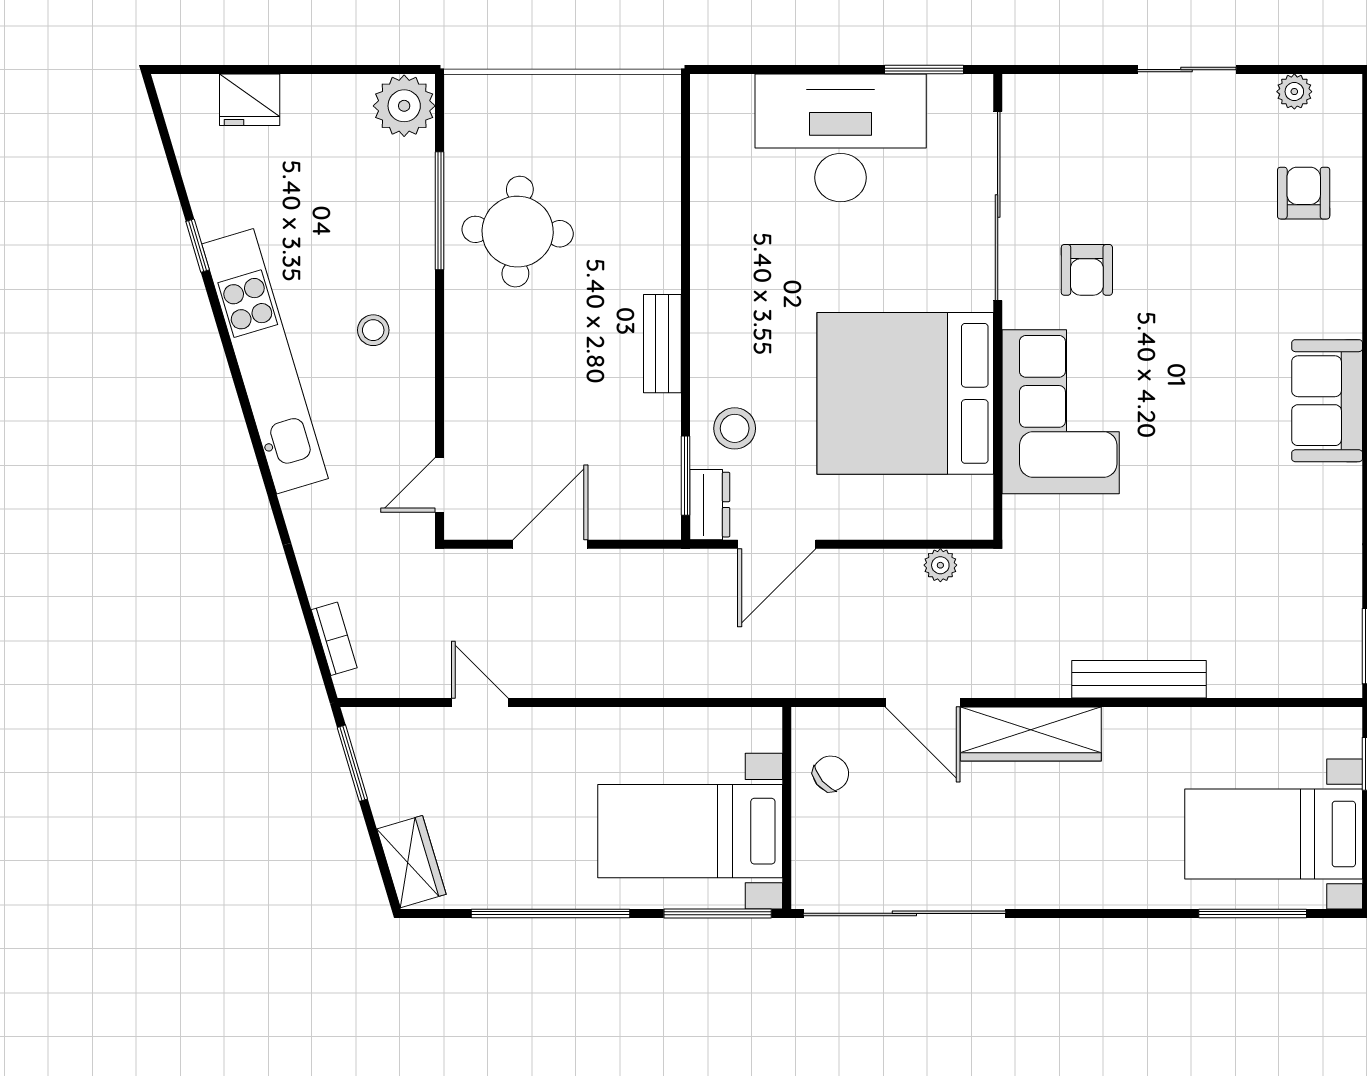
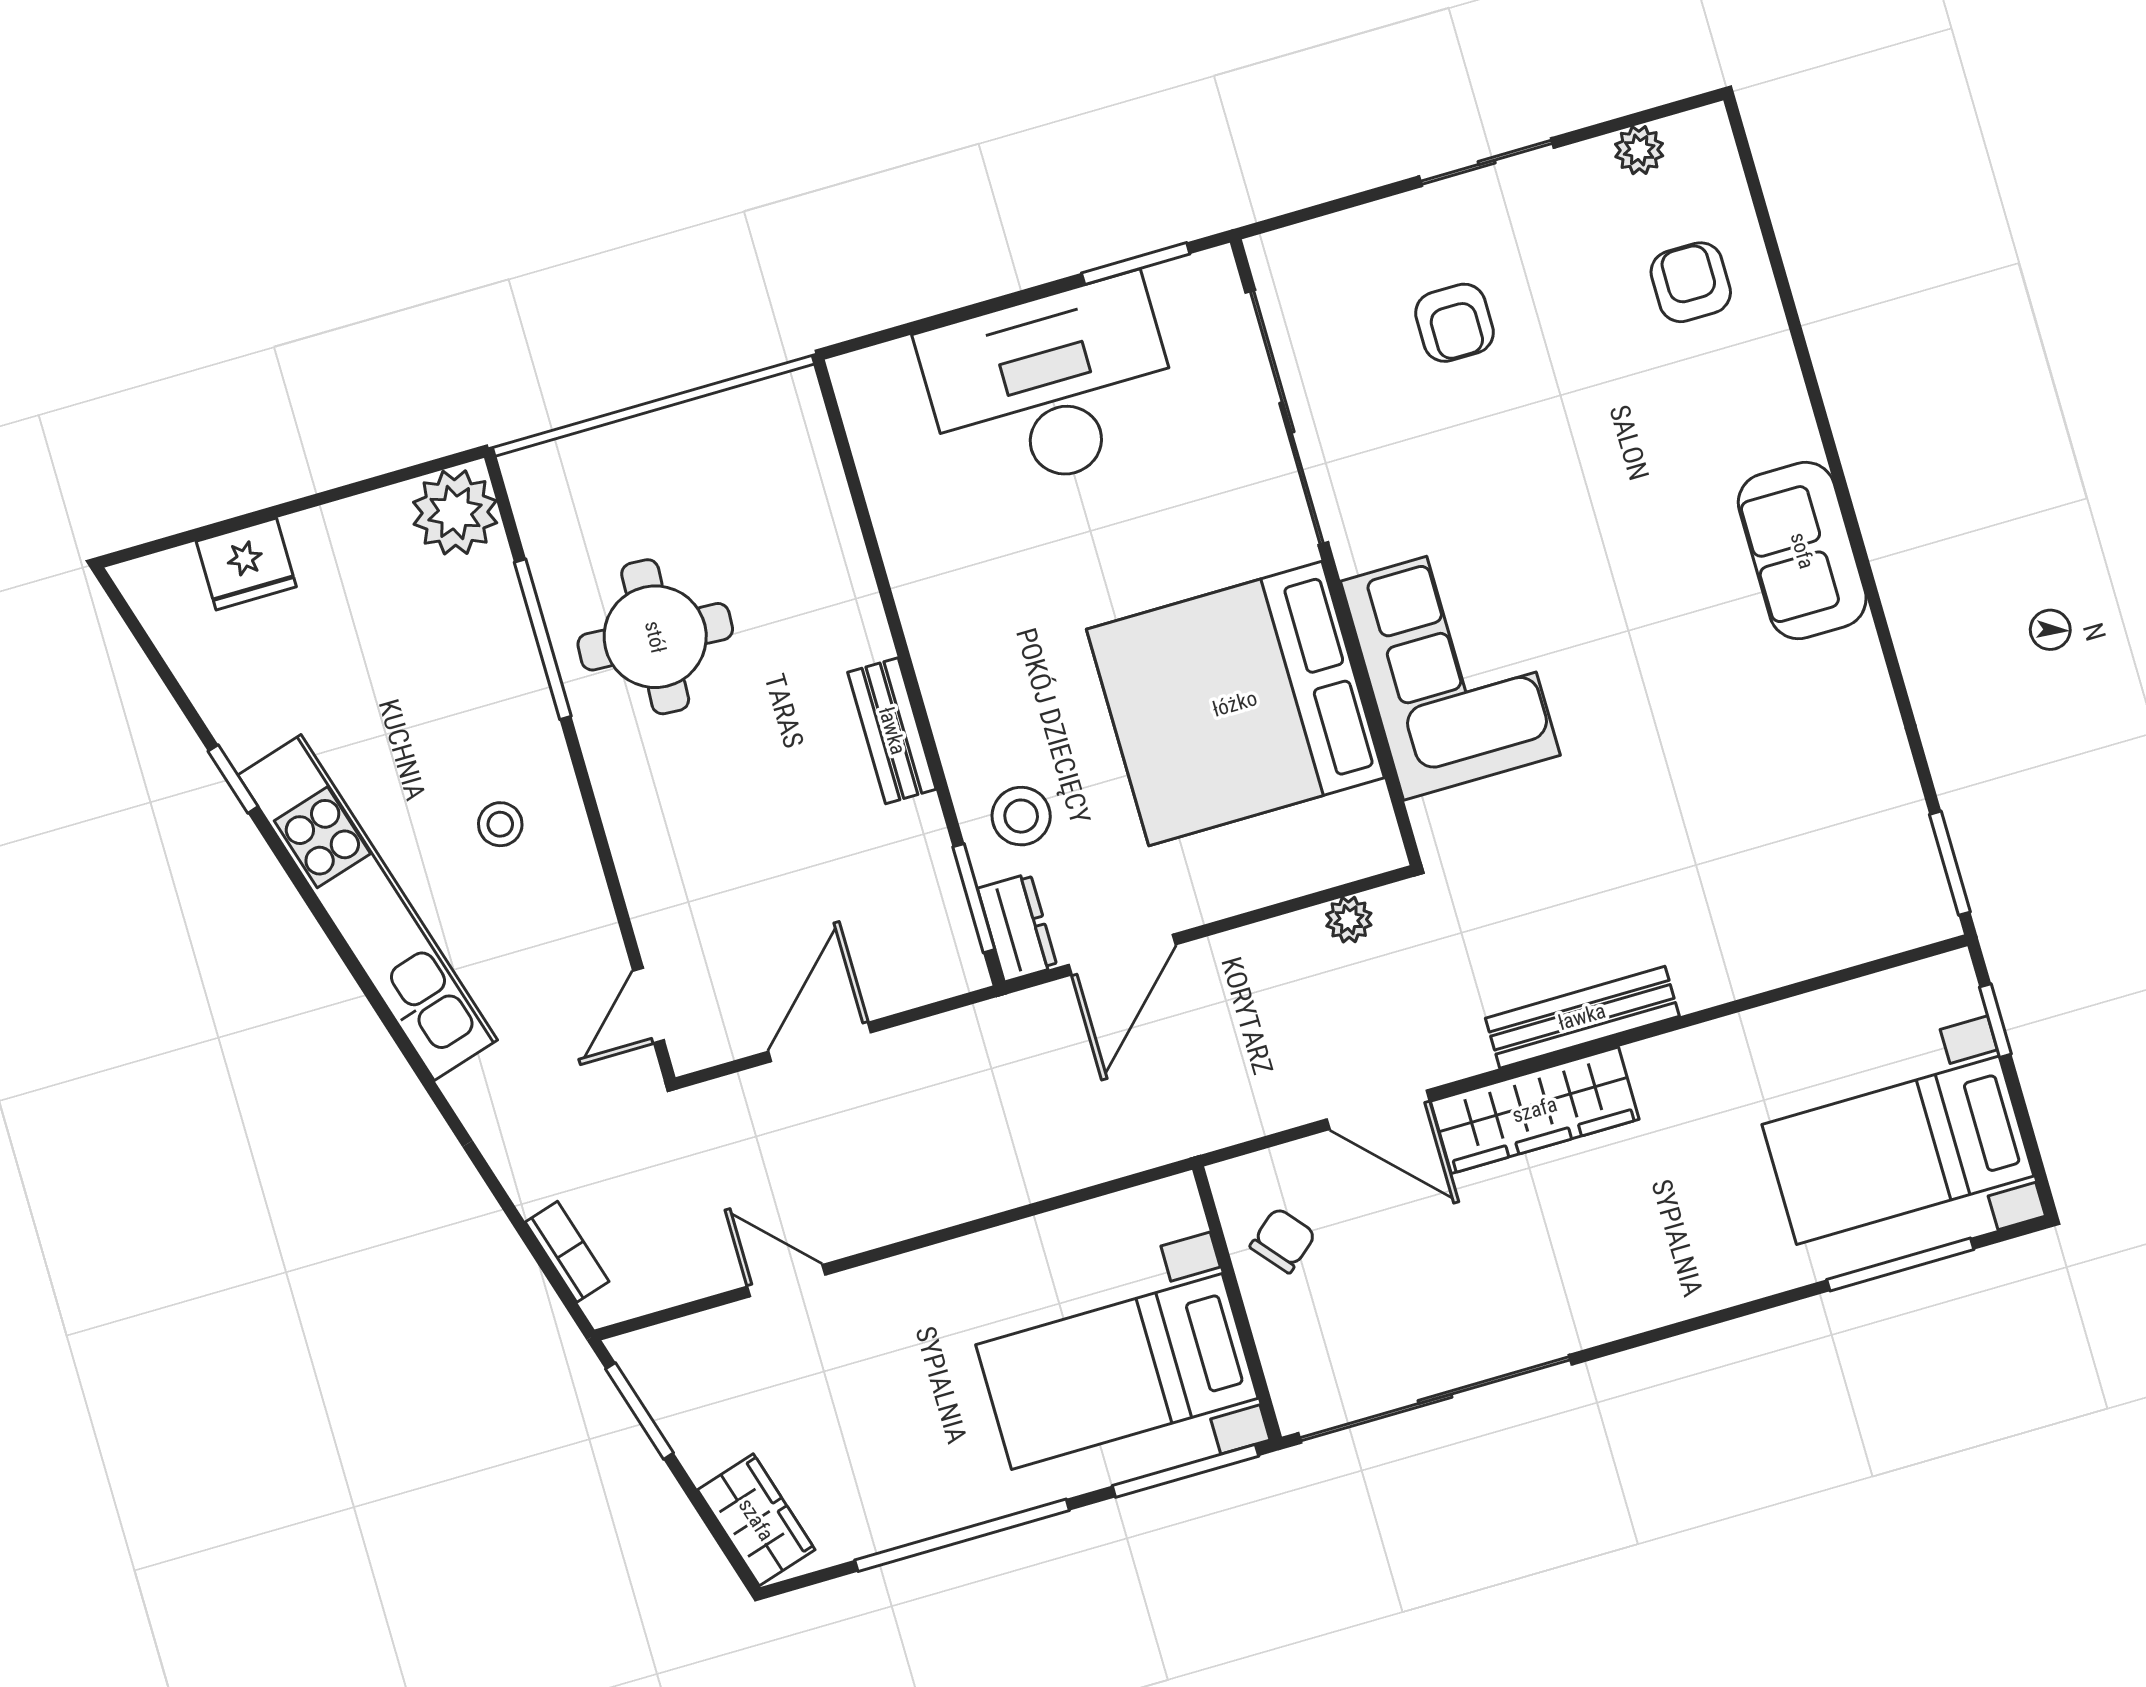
armchair: (1087, 270) -> (1454, 323), moved
bench: (1139, 679) -> (1582, 1017), moved

